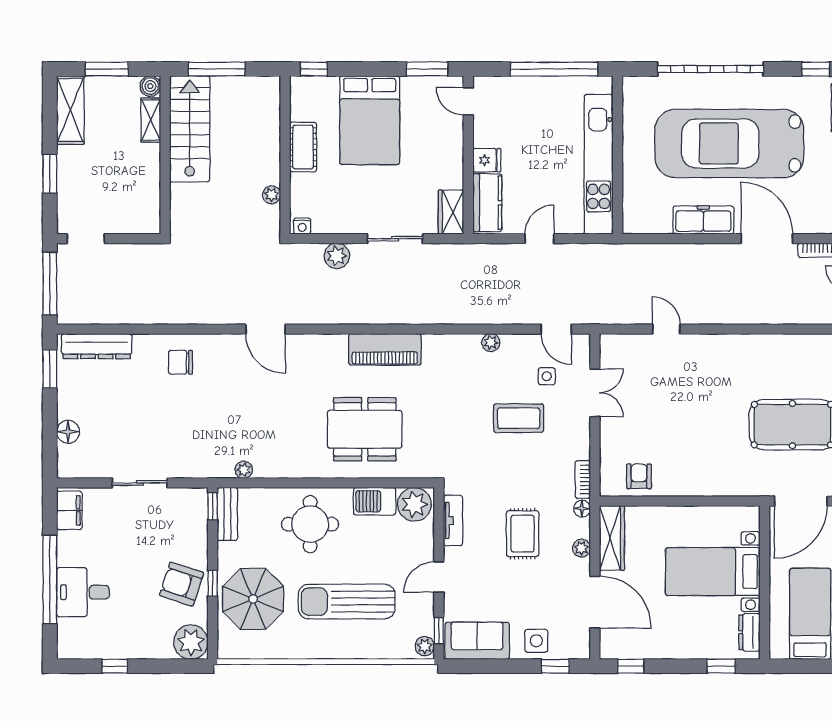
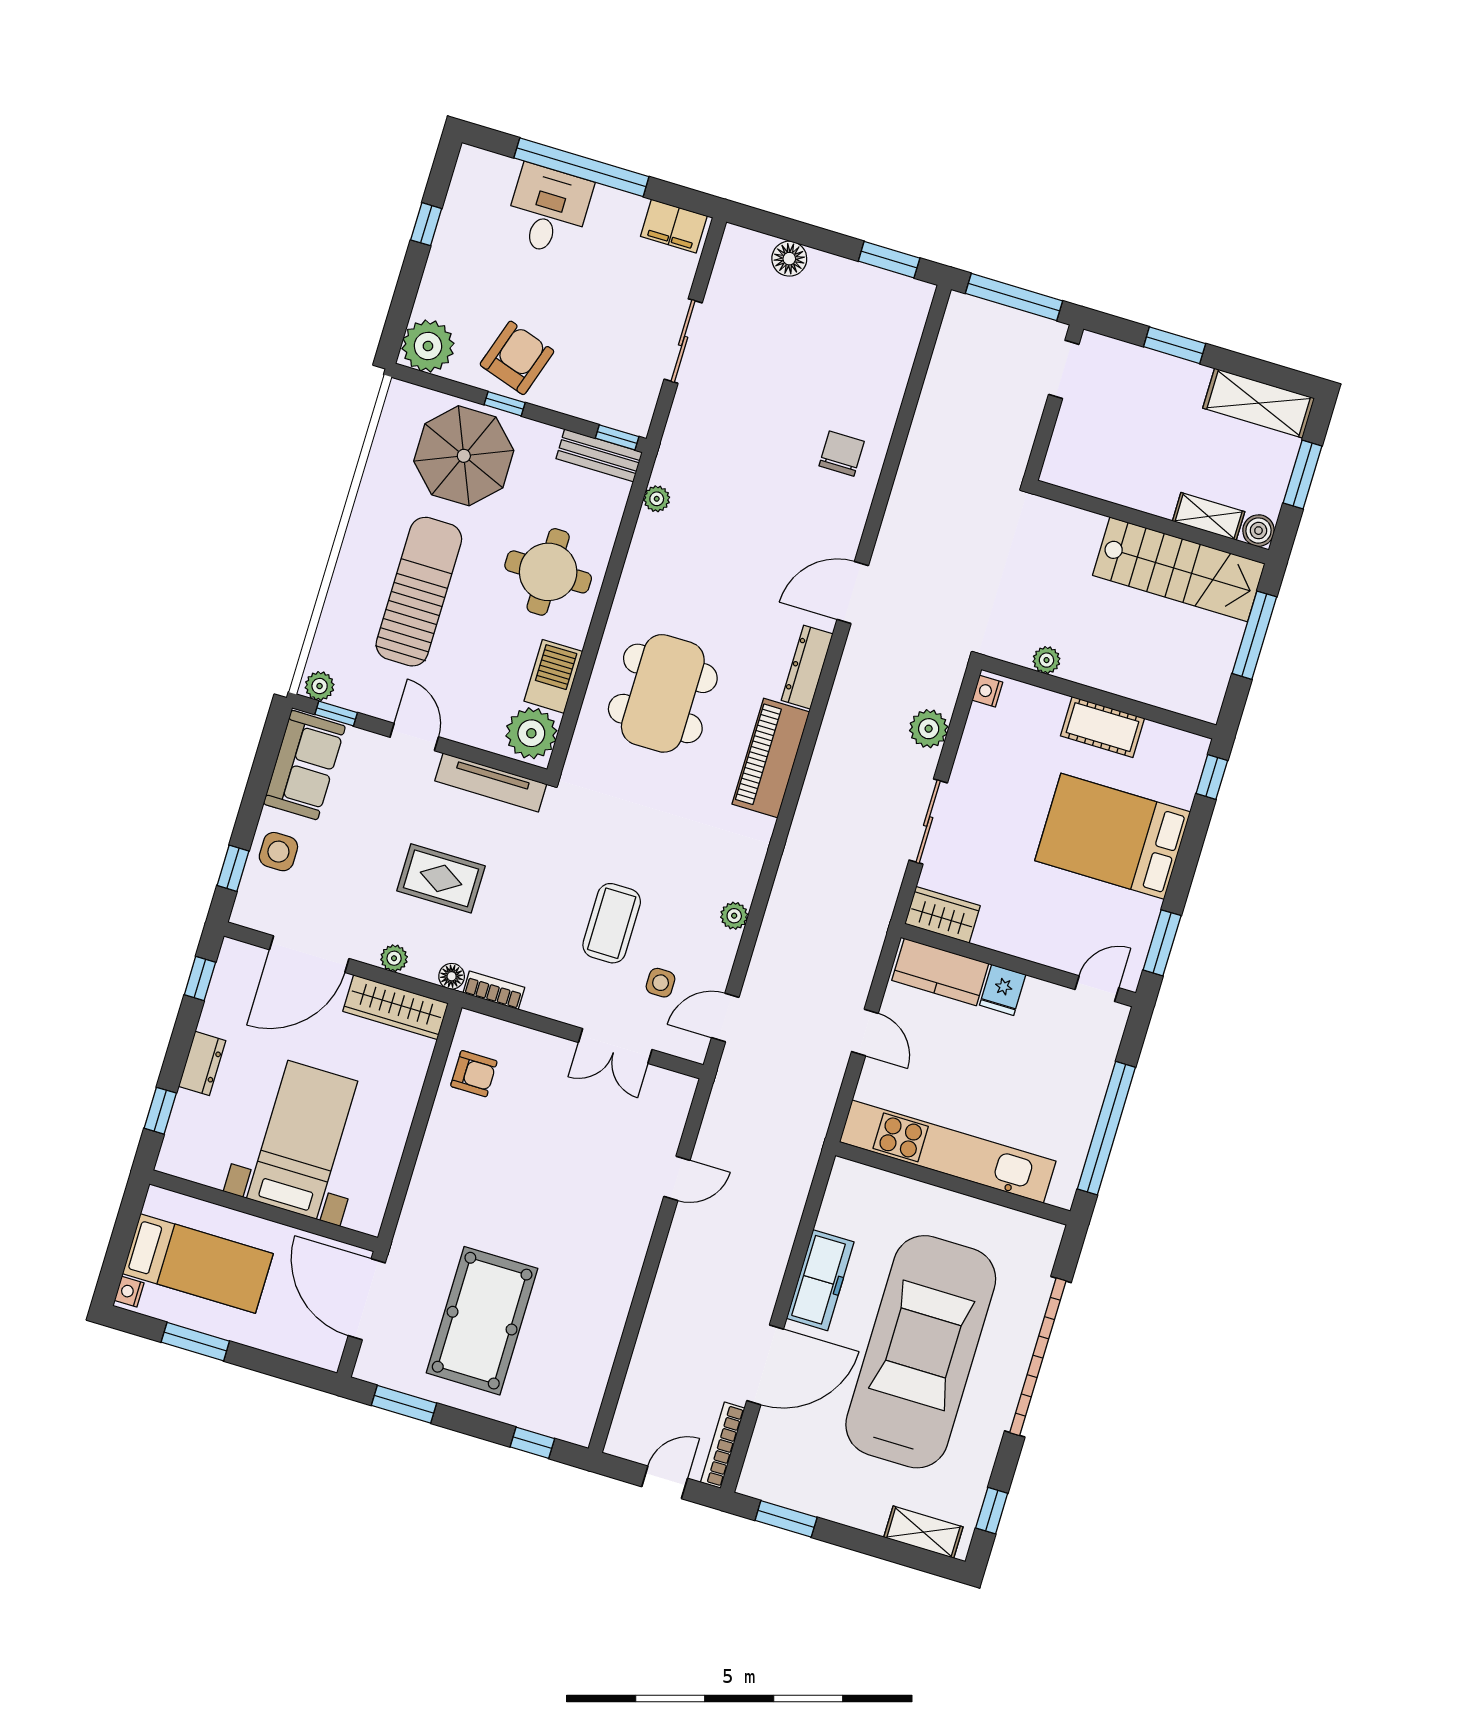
dresser: (97, 346) -> (807, 667), moved, width x0.73, depth x0.80
tv unit: (453, 520) -> (491, 782), width x1.41
dresser: (749, 632) -> (202, 1063), moved, turned 90

